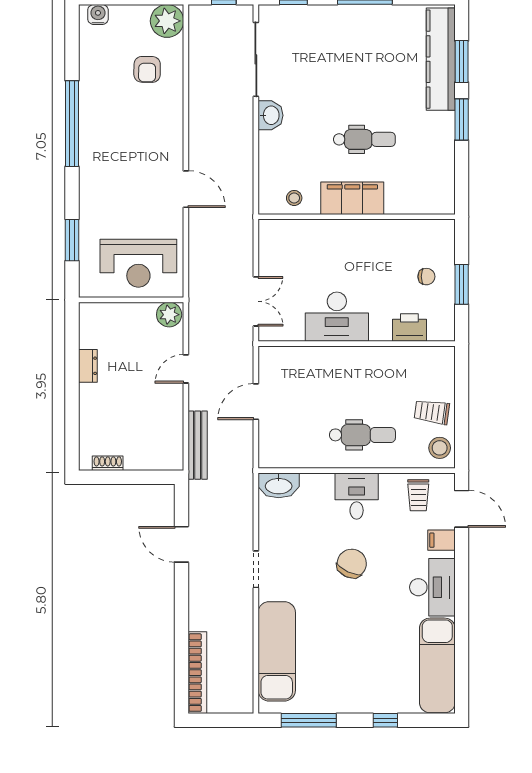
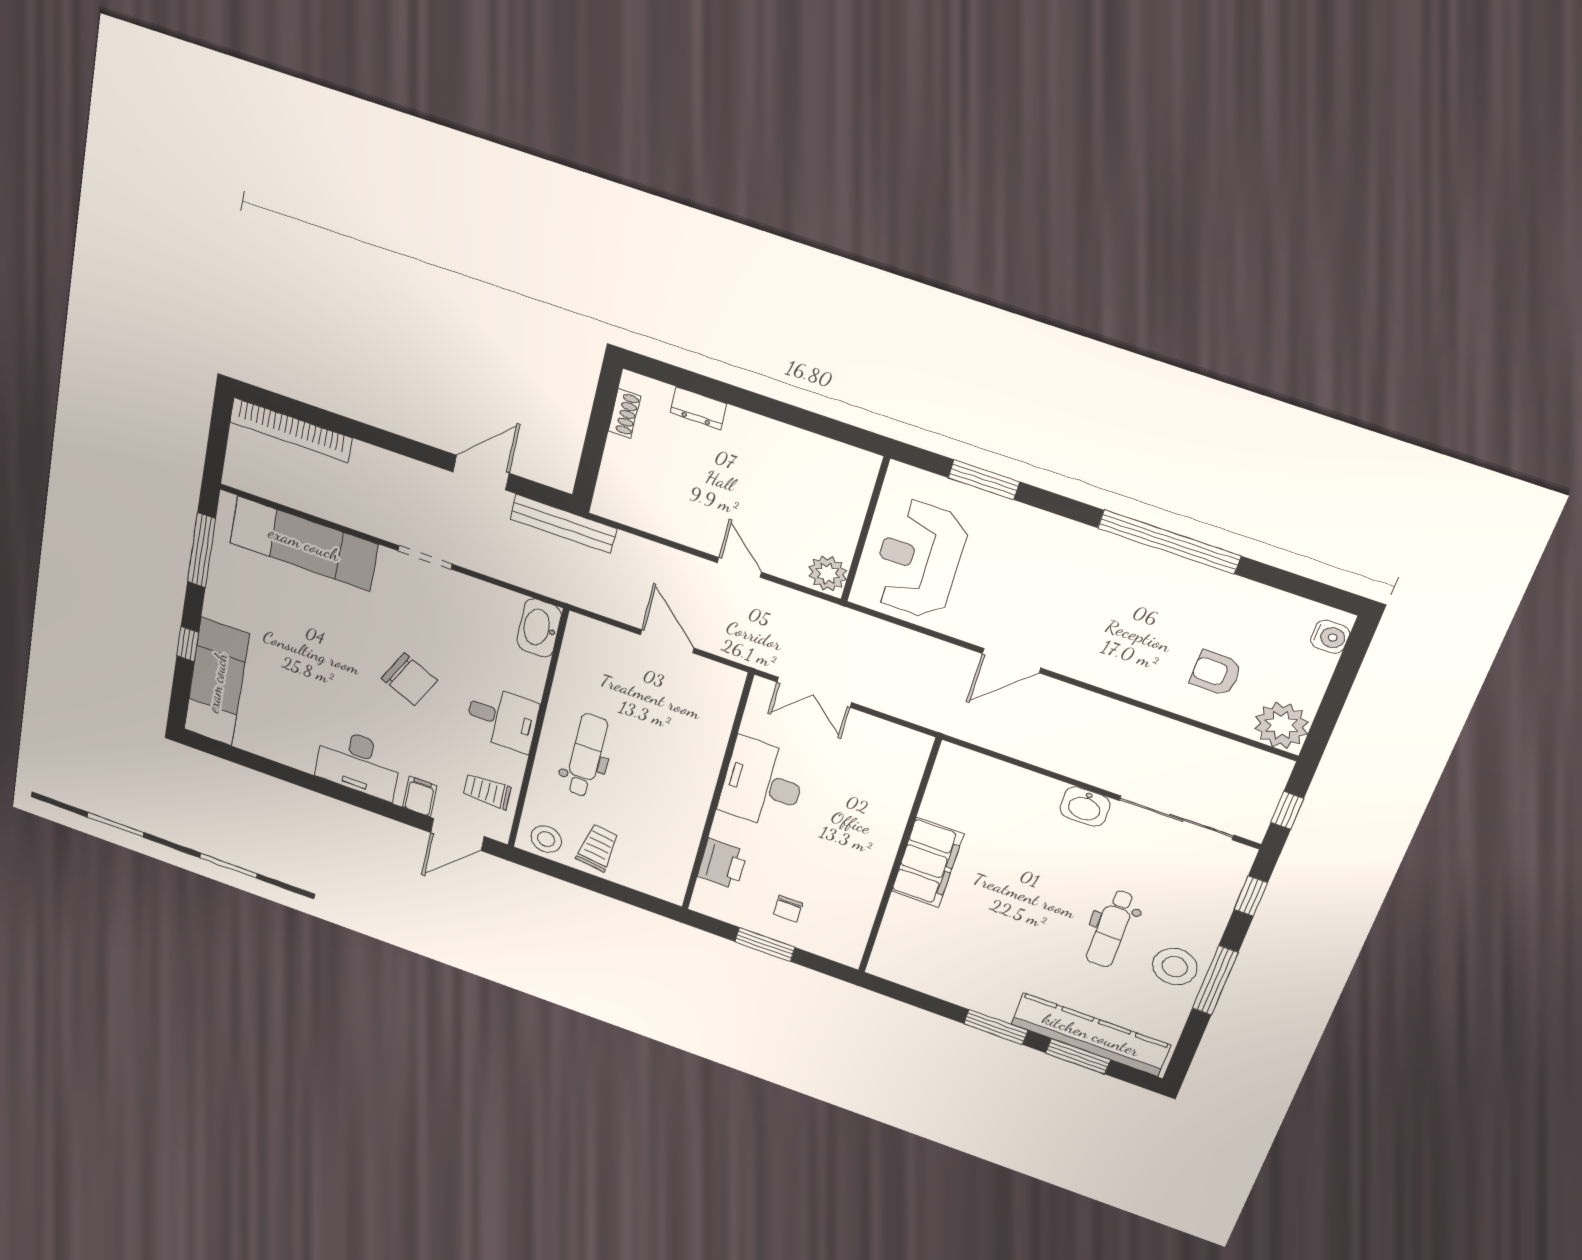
dental chair: (364, 139) -> (1111, 929), moved
stool: (294, 198) -> (1175, 967), moved, width x1.89, depth x1.89
dresser: (88, 366) -> (698, 408), moved
dental chair: (362, 435) -> (586, 755), turned 180
bench: (198, 445) -> (563, 524), moved
exam couch: (437, 665) -> (217, 682), moved, turned 90

